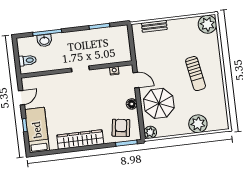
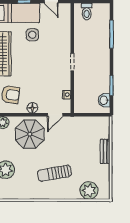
plant: (207, 24) -> (89, 190), moved
bench: (154, 26) -> (105, 151), moved
washbasin: (44, 40) -> (104, 100), moved
side table: (58, 113) -> (32, 35), added

